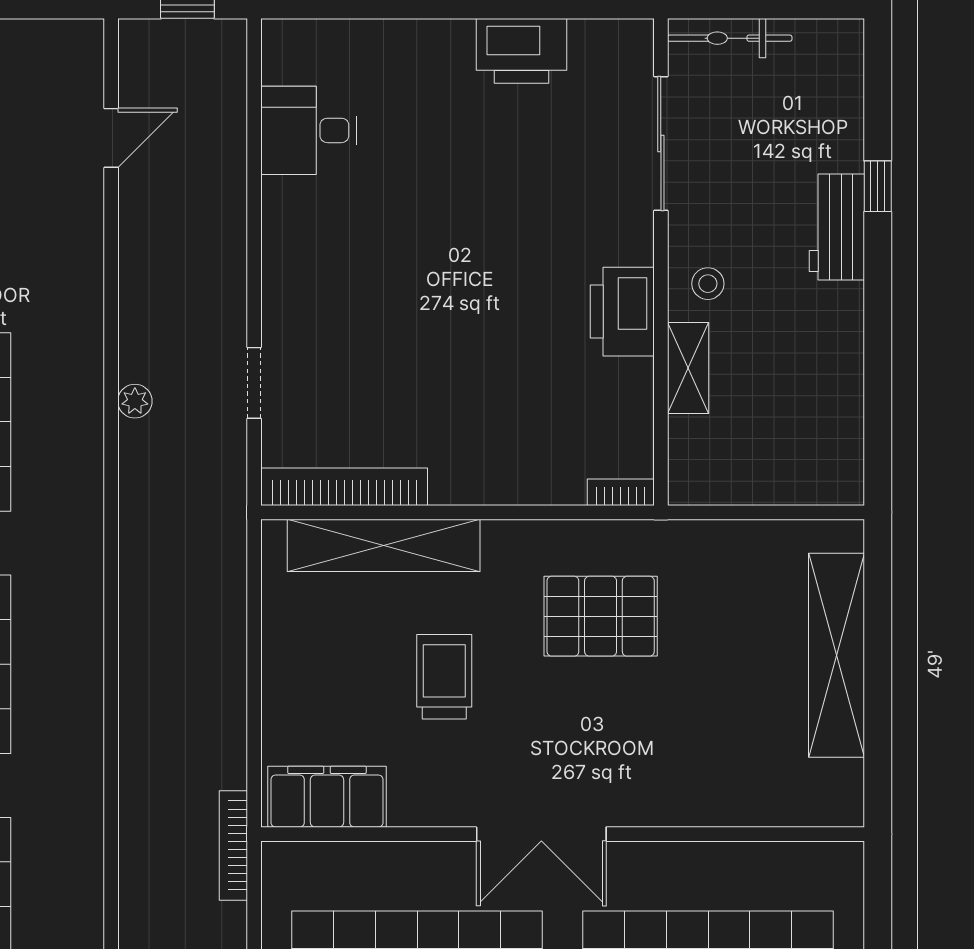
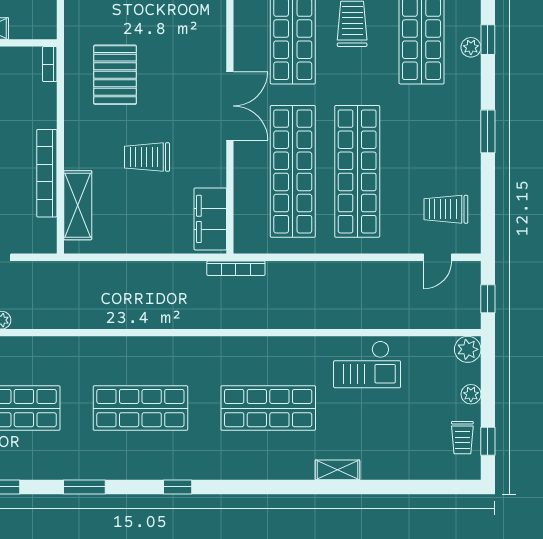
bookcase: (344, 487) -> (47, 173), moved
shelving: (384, 545) -> (78, 205), width x0.68

